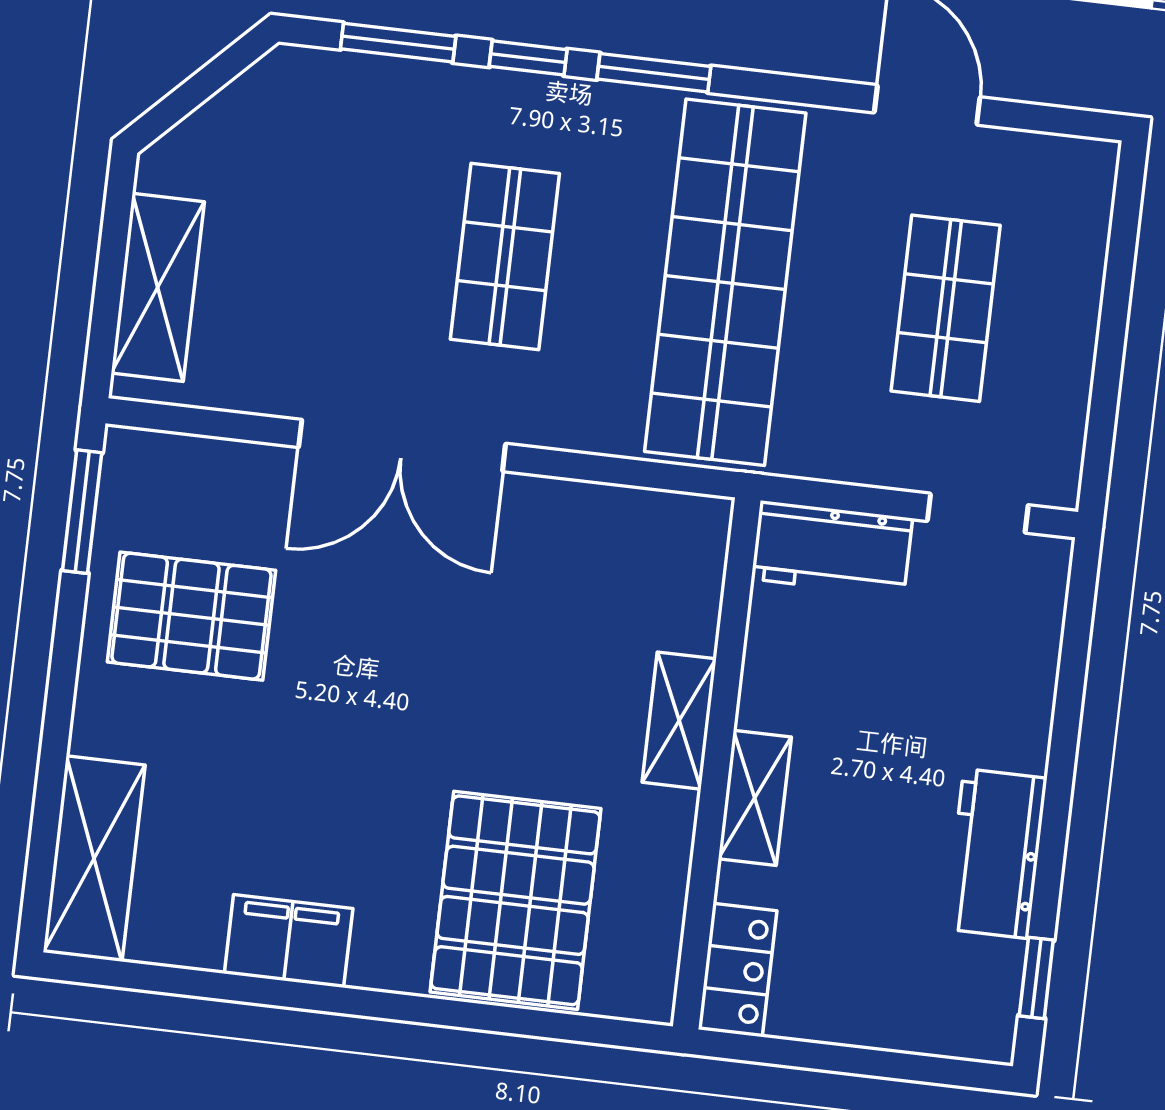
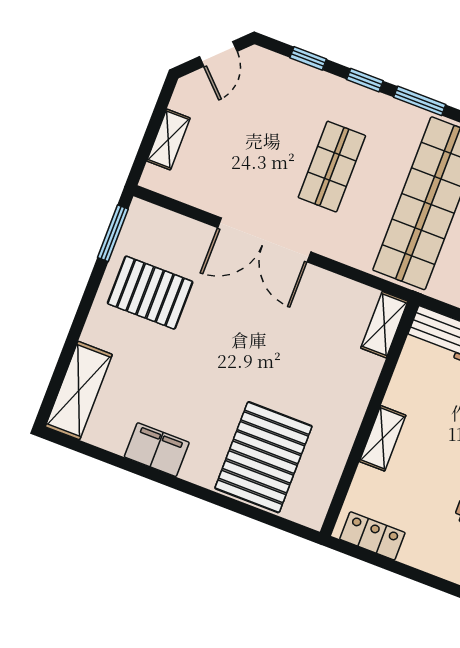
window: (398, 43) -> (308, 58), width x0.67
door: (208, 81) -> (218, 54), added
shelving: (158, 287) -> (168, 140), width x0.67, depth x0.75
shelving: (679, 721) -> (384, 325), moved
locker: (738, 970) -> (372, 536), moved, turned -90

